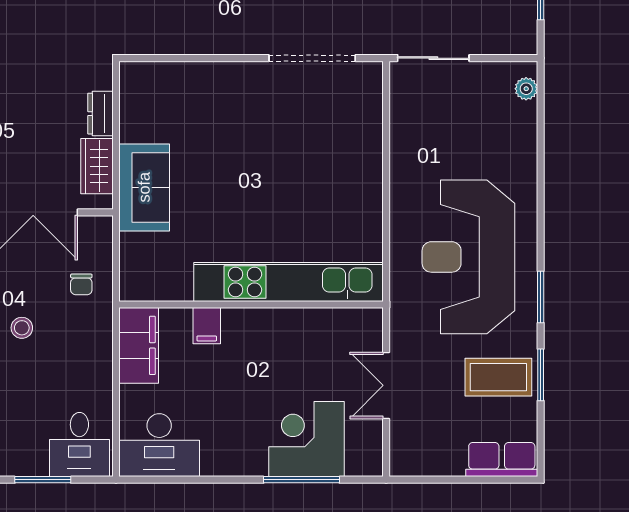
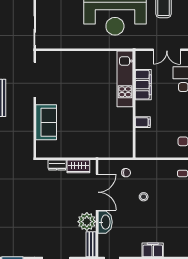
sofa: (144, 187) -> (46, 122), moved, turned 90
kitchen unit: (289, 282) -> (125, 79), width x0.73
filing cabinet: (139, 345) -> (143, 85), moved, turned 90

